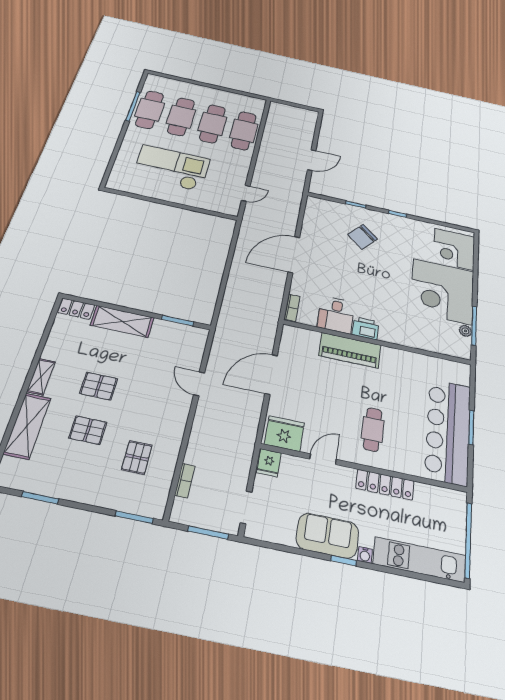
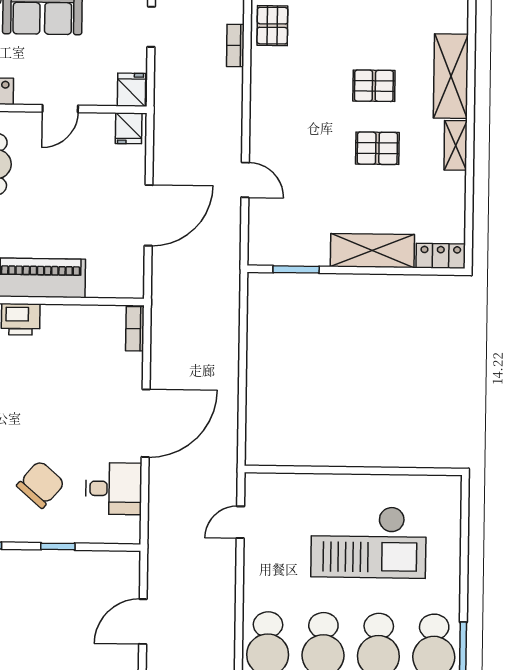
desk: (336, 315) -> (114, 489), moved, turned 90
fridge: (284, 434) -> (129, 128), width x0.53, depth x0.75
pallet: (137, 457) -> (272, 26), moved

